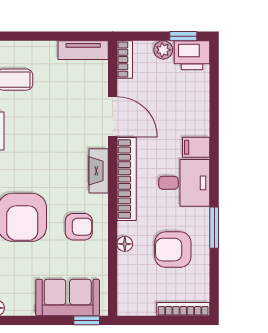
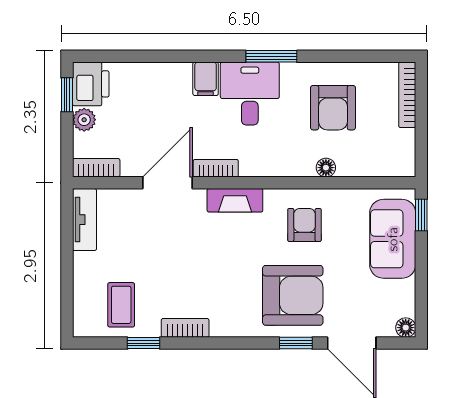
bookcase: (127, 179) -> (216, 168), width x0.43, depth x0.76
window: (214, 228) -> (271, 56), moved

